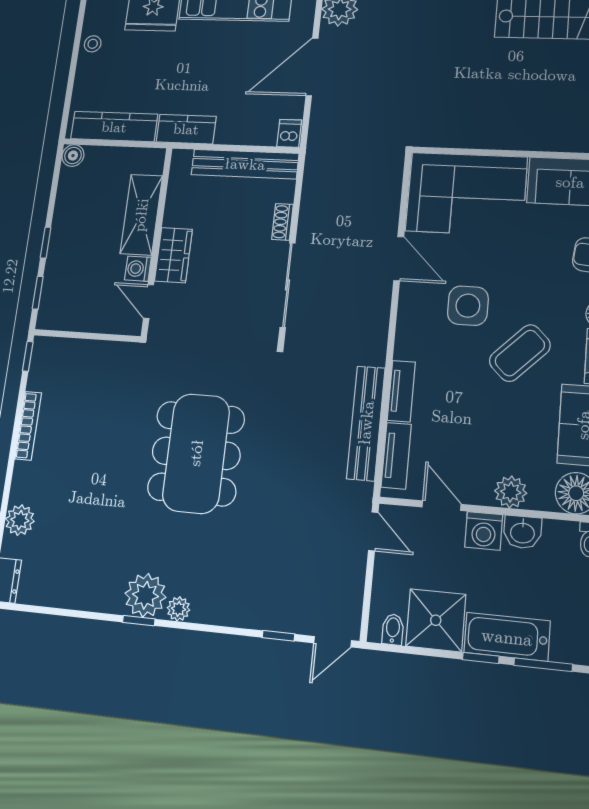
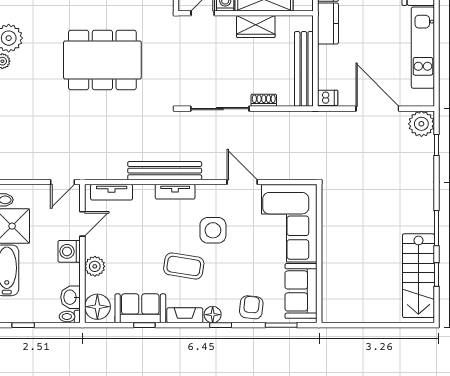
wardrobe: (173, 255) -> (256, 26), moved
door: (399, 259) -> (242, 182), swing flipped
coffee table: (520, 353) -> (184, 266), turned -36
tv unit: (401, 391) -> (175, 192), moved
bench: (366, 423) -> (165, 171), moved
washbasin: (522, 532) -> (71, 297), moved

